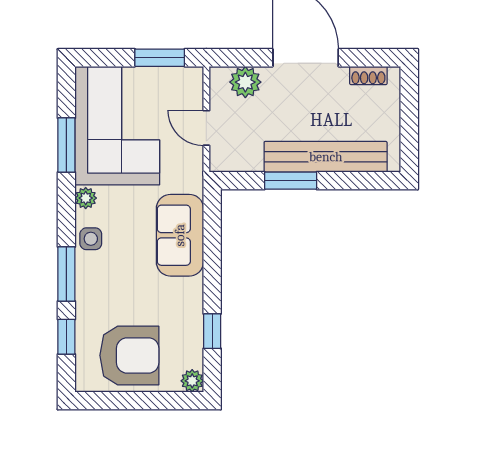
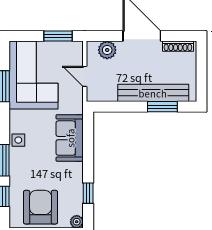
shoe rack: (368, 75) -> (178, 46), width x1.43
window: (291, 181) -> (162, 107), moved
plant: (86, 198) -> (15, 117), removed
armchair: (129, 355) -> (41, 207), turned -90

